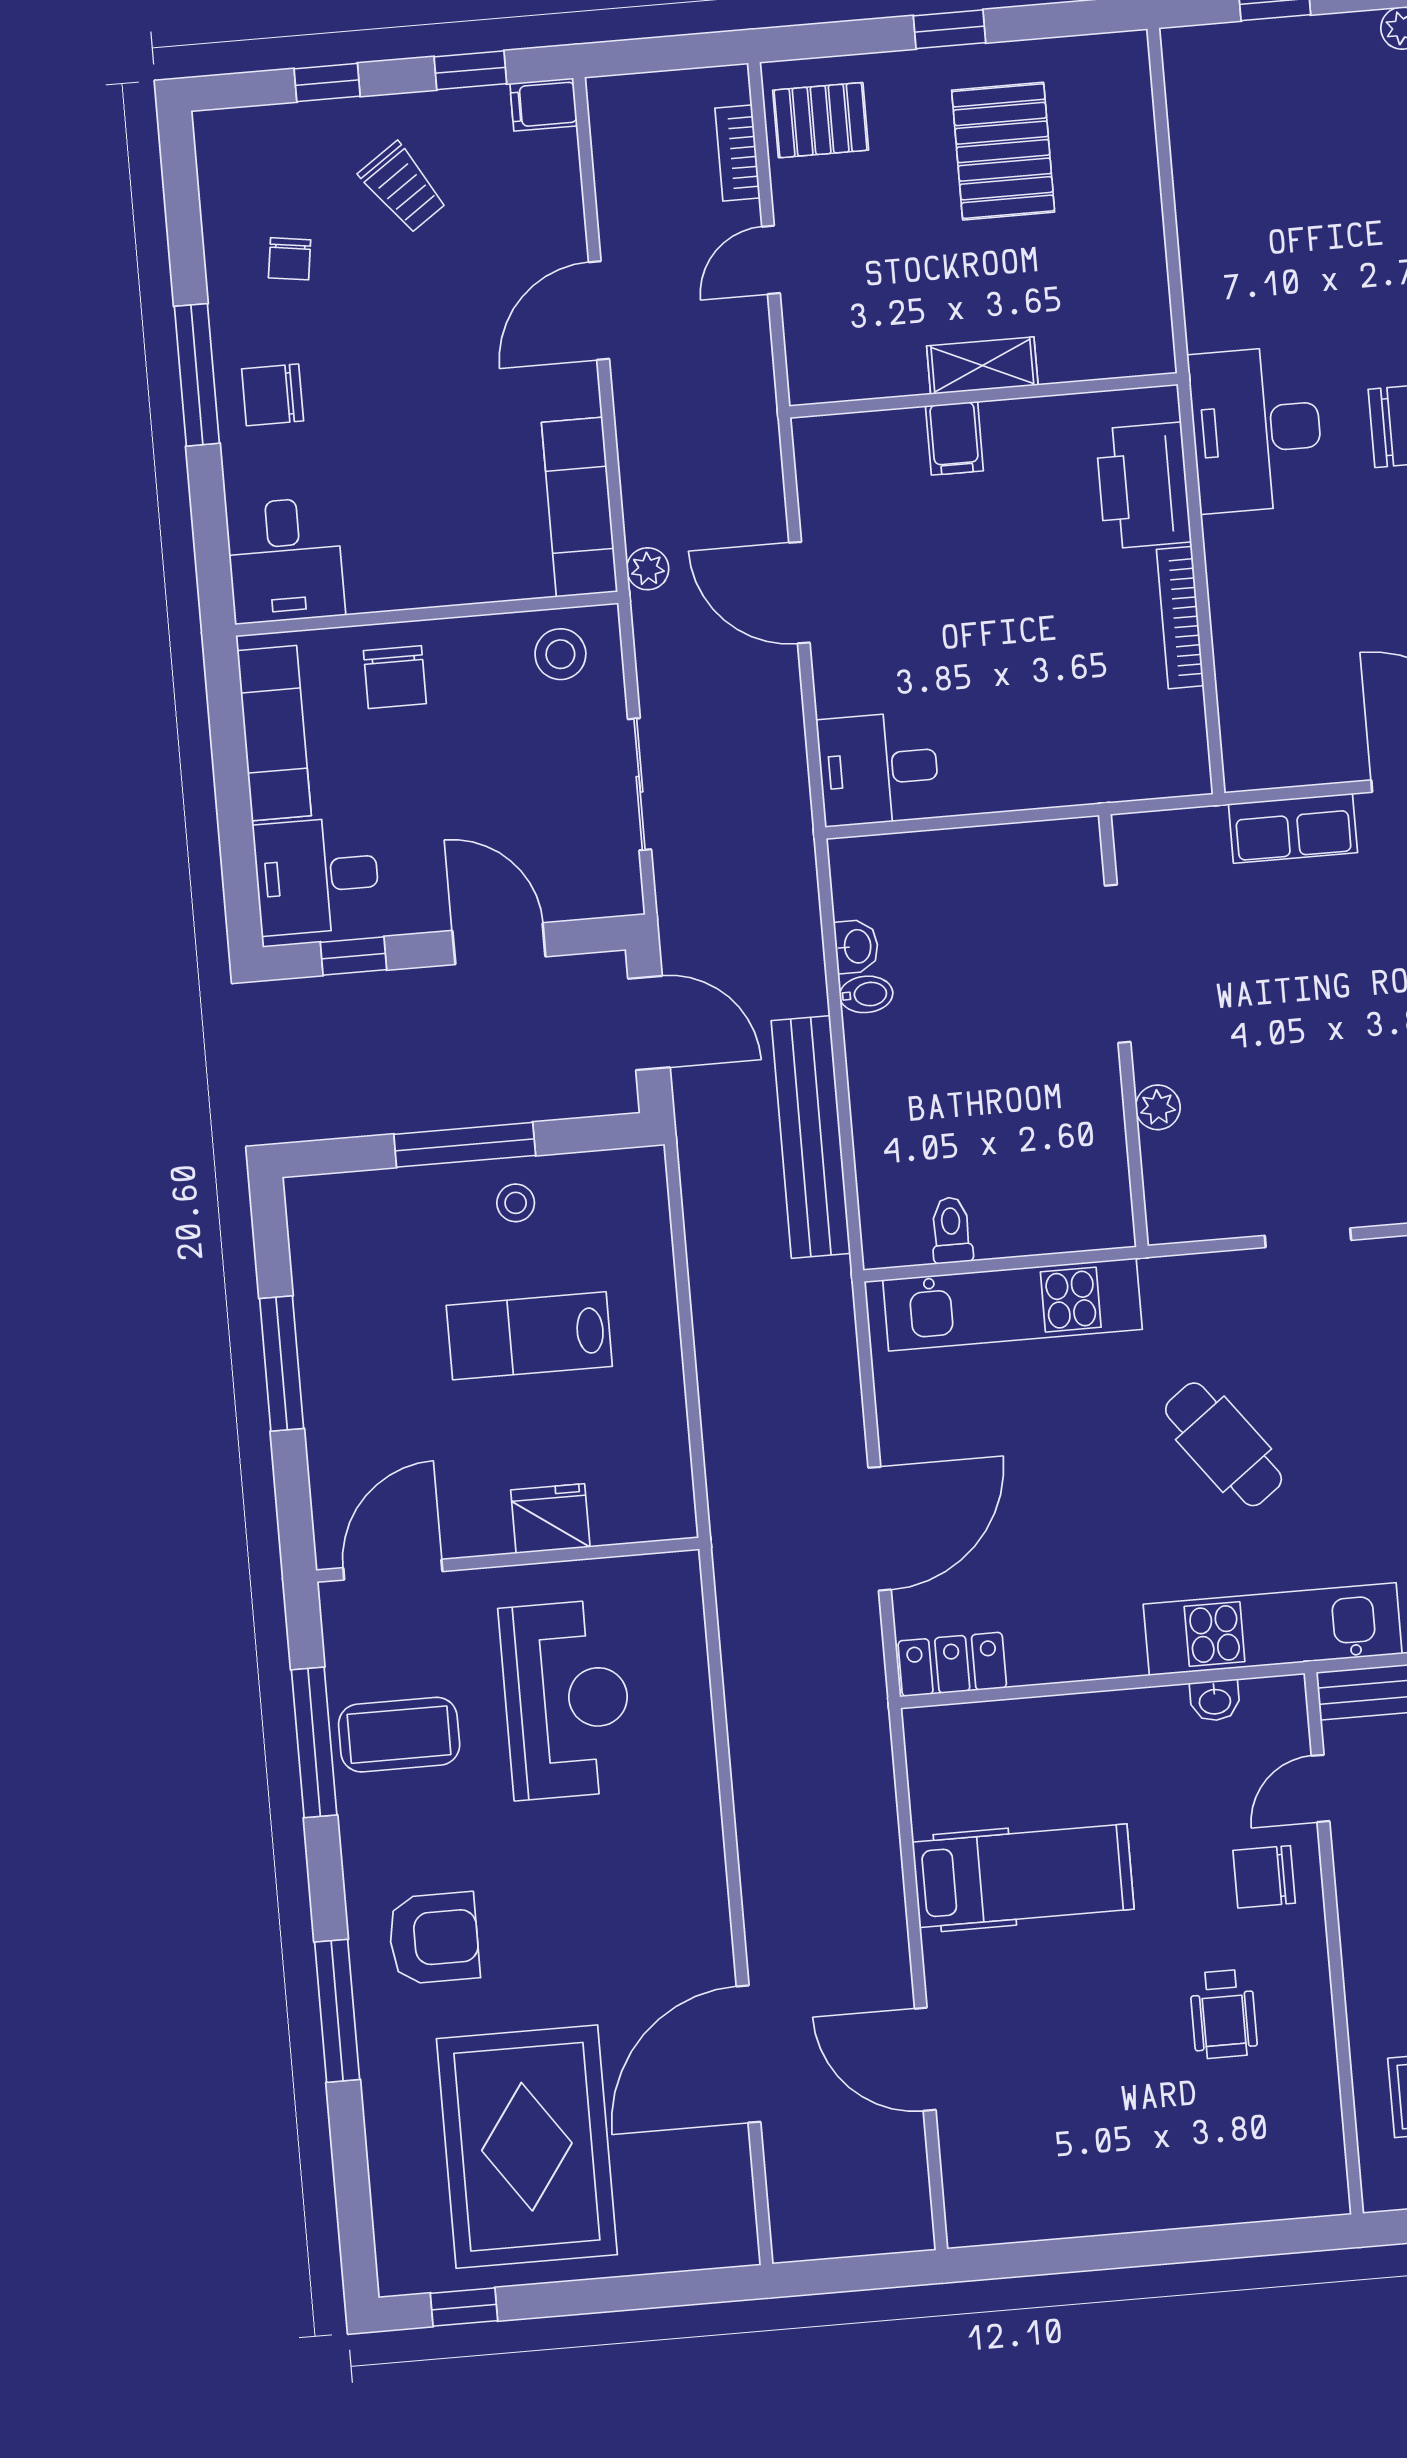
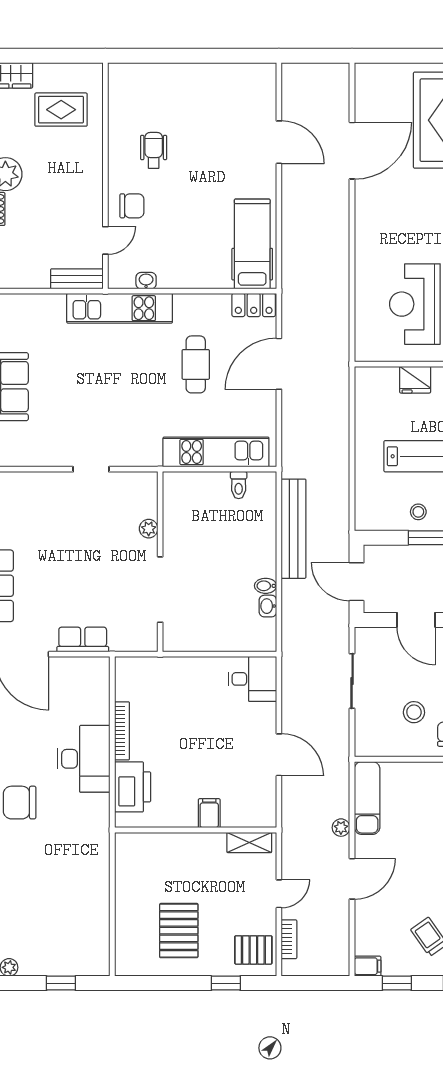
window: (950, 29) -> (226, 983), moved
shelving: (982, 366) -> (249, 842), moved
desk: (1256, 429) -> (84, 759), moved
plant: (648, 569) -> (341, 828), moved
stool: (560, 654) -> (414, 712), moved
cafe table: (1224, 1444) -> (196, 364), moved, turned 37
hospital bed: (1023, 1876) -> (252, 244), moved, turned 90

